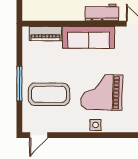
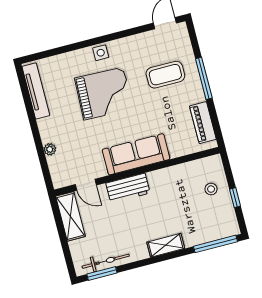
piano: (45, 34) -> (203, 123), moved, turned -90
coffee table: (49, 94) -> (165, 75), width x0.73, depth x0.76

